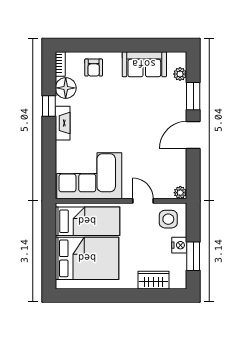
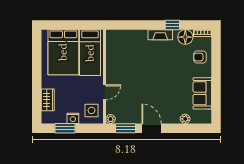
plant: (180, 74) -> (185, 119), moved
window: (193, 96) -> (126, 128), moved
corner sofa: (89, 176) -> (122, 54), removed

